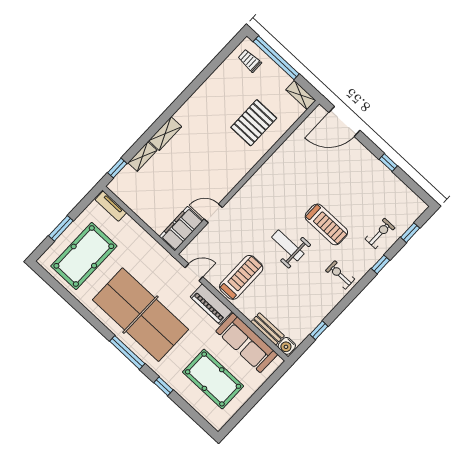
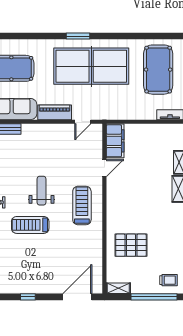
pallet: (254, 123) -> (131, 245), turned 90
weight bench: (288, 245) -> (42, 191), turned -90
treadmill: (241, 277) -> (82, 206), moved, turned 180
window: (127, 352) -> (78, 36), width x0.69
window: (163, 386) -> (37, 36), removed

